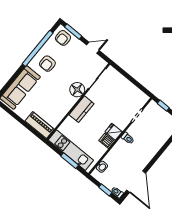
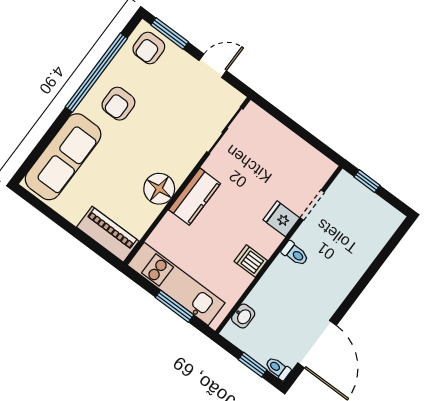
floor lamp: (77, 90) -> (159, 189), moved
fridge: (114, 132) -> (281, 219), moved

